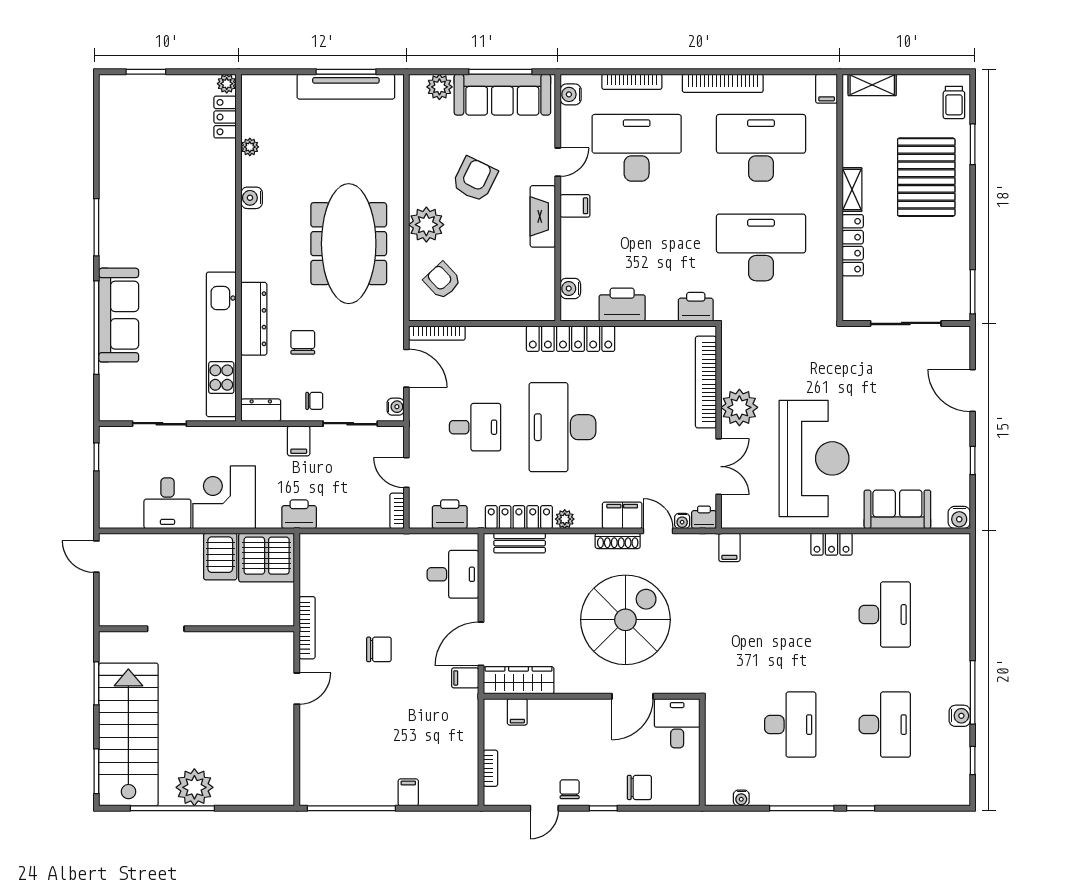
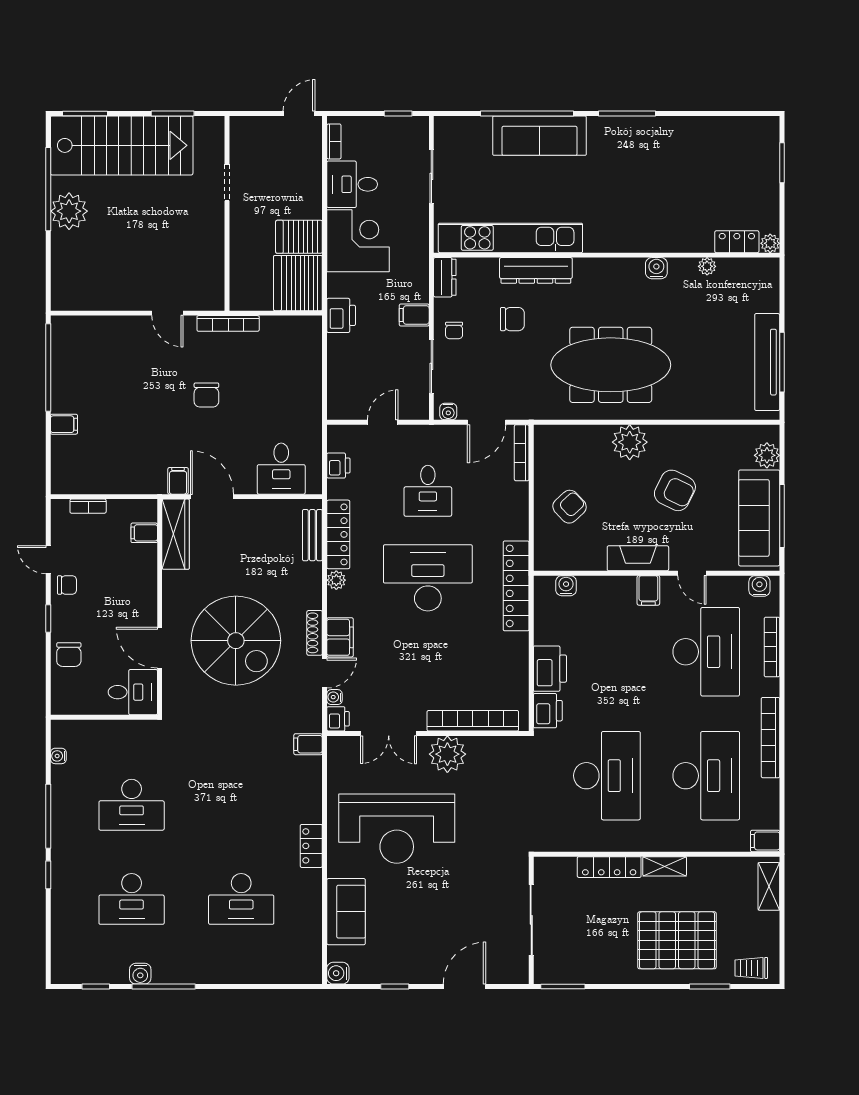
armchair: (442, 281) -> (570, 507), moved
printer: (622, 305) -> (550, 669), moved
bookcase: (397, 511) -> (334, 141), moved, turned 90
printer: (450, 514) -> (338, 466), width x0.73, depth x0.81

